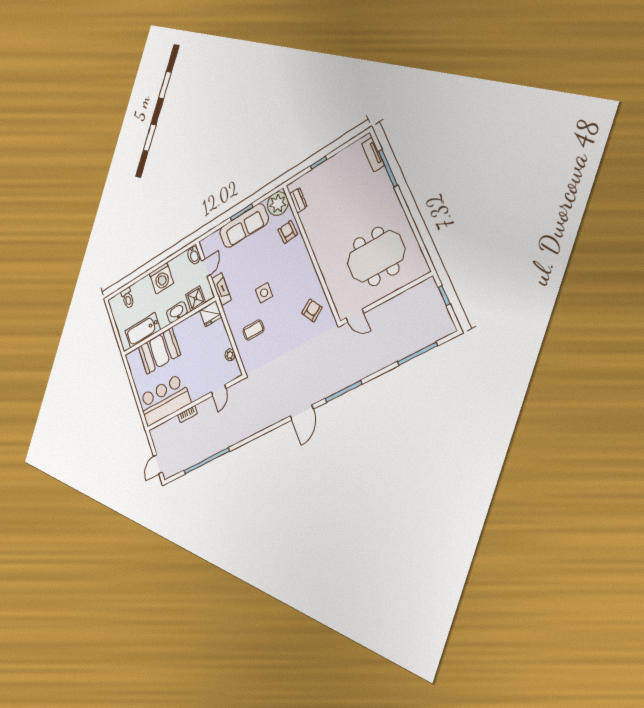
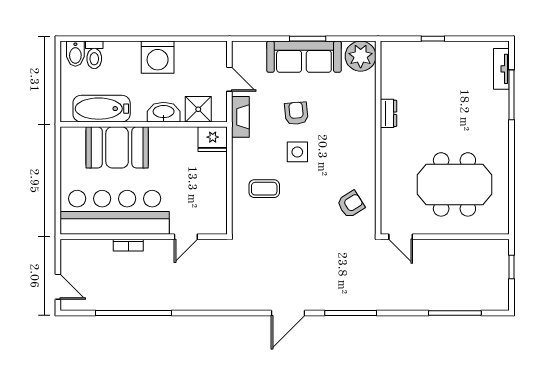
dresser: (298, 200) -> (388, 113), moved
armchair: (288, 232) -> (296, 113), moved
bidet: (194, 255) -> (75, 54), moved
door: (206, 268) -> (229, 79), hinge flipped
plant: (230, 355) -> (220, 202), removed
bar counter: (164, 400) -> (115, 212), width x1.36
door: (158, 464) -> (58, 287), swing flipped

